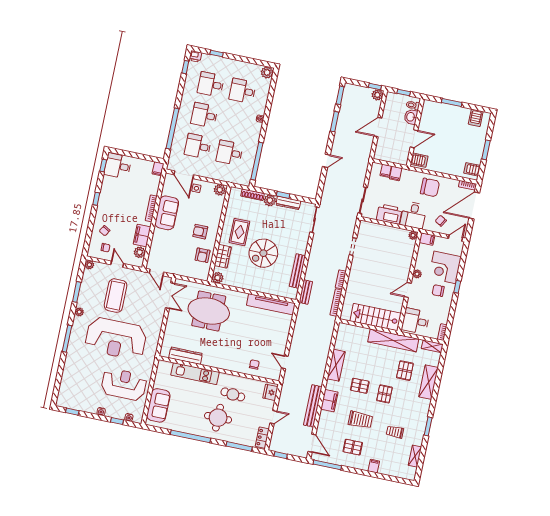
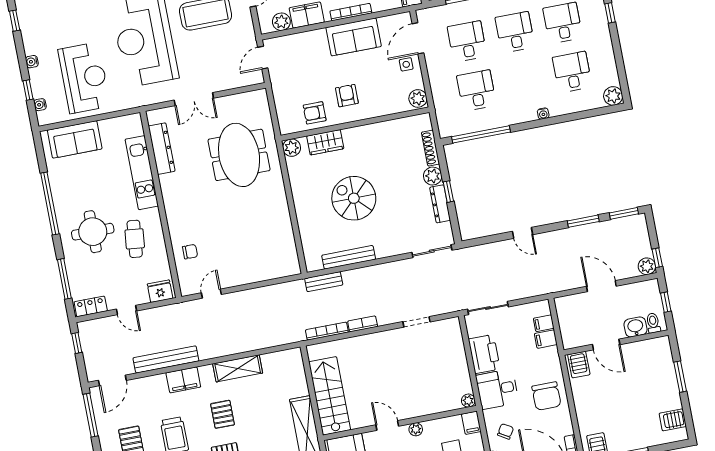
rug: (239, 232) -> (370, 152), removed
double door: (170, 296) -> (194, 99), moved
tv unit: (271, 304) -> (286, 239), removed

